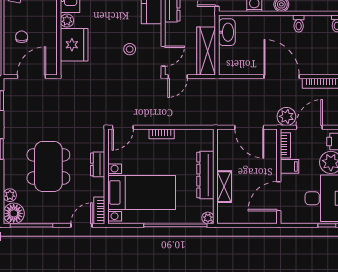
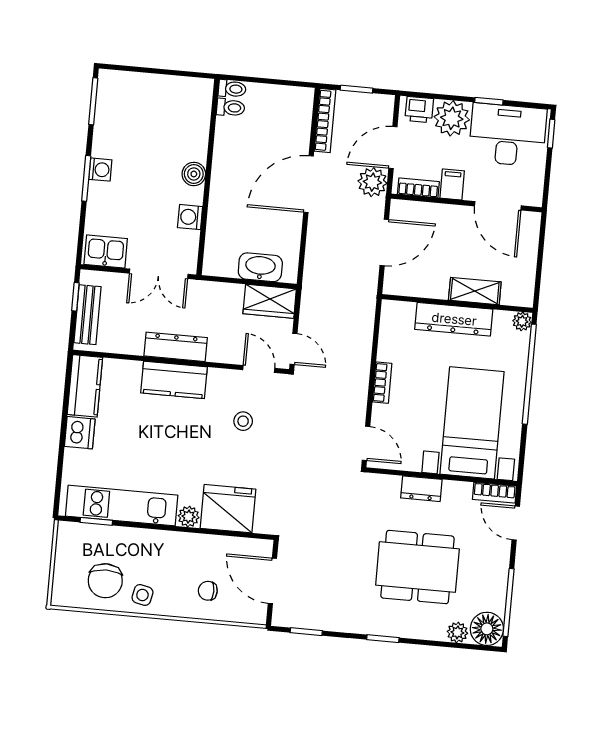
toilet: (299, 24) -> (231, 108), moved
washbasin: (227, 32) -> (260, 267), moved
wardrobe: (206, 51) -> (270, 301), width x0.67
door: (309, 127) -> (393, 148), hinge flipped

